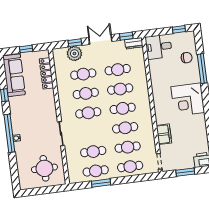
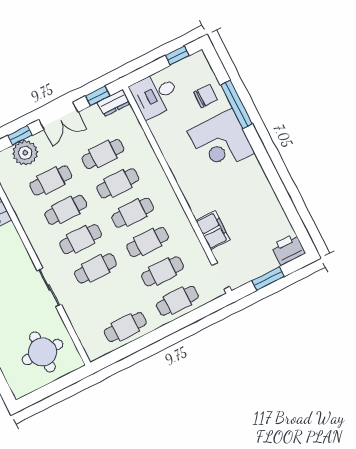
double door: (100, 39) -> (58, 116), swing flipped
corner desk: (188, 100) -> (221, 142), moved
cafe table: (93, 152) -> (95, 268), moved
window: (101, 183) -> (140, 343), removed

